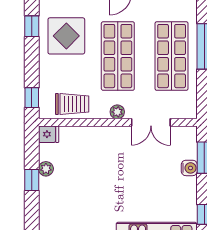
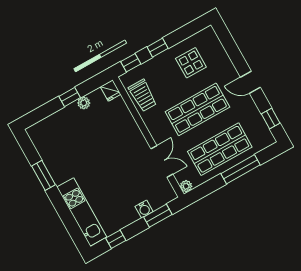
window: (32, 26) -> (158, 48), moved
display table: (66, 36) -> (191, 63), width x0.73, depth x0.73
plant: (117, 112) -> (186, 186), moved
double door: (151, 122) -> (162, 161), swing flipped

